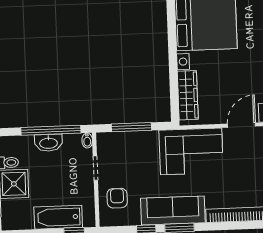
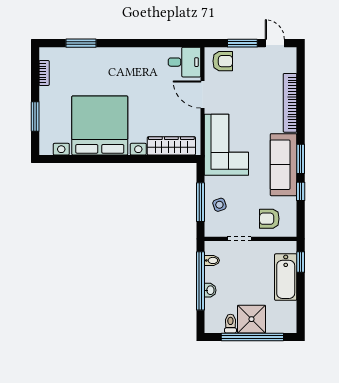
bidet: (87, 141) -> (212, 260), moved
washbasin: (48, 143) -> (210, 290), width x0.52, depth x0.69
side table: (129, 147) -> (219, 205), added

